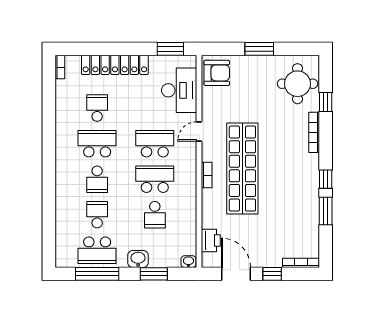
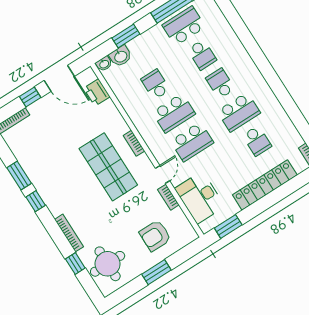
armchair: (217, 73) -> (155, 236), moved
bookcase: (207, 108) -> (168, 197), added
shop shelf: (242, 169) -> (108, 167), width x0.71
washbasin: (138, 259) -> (121, 56), moved

